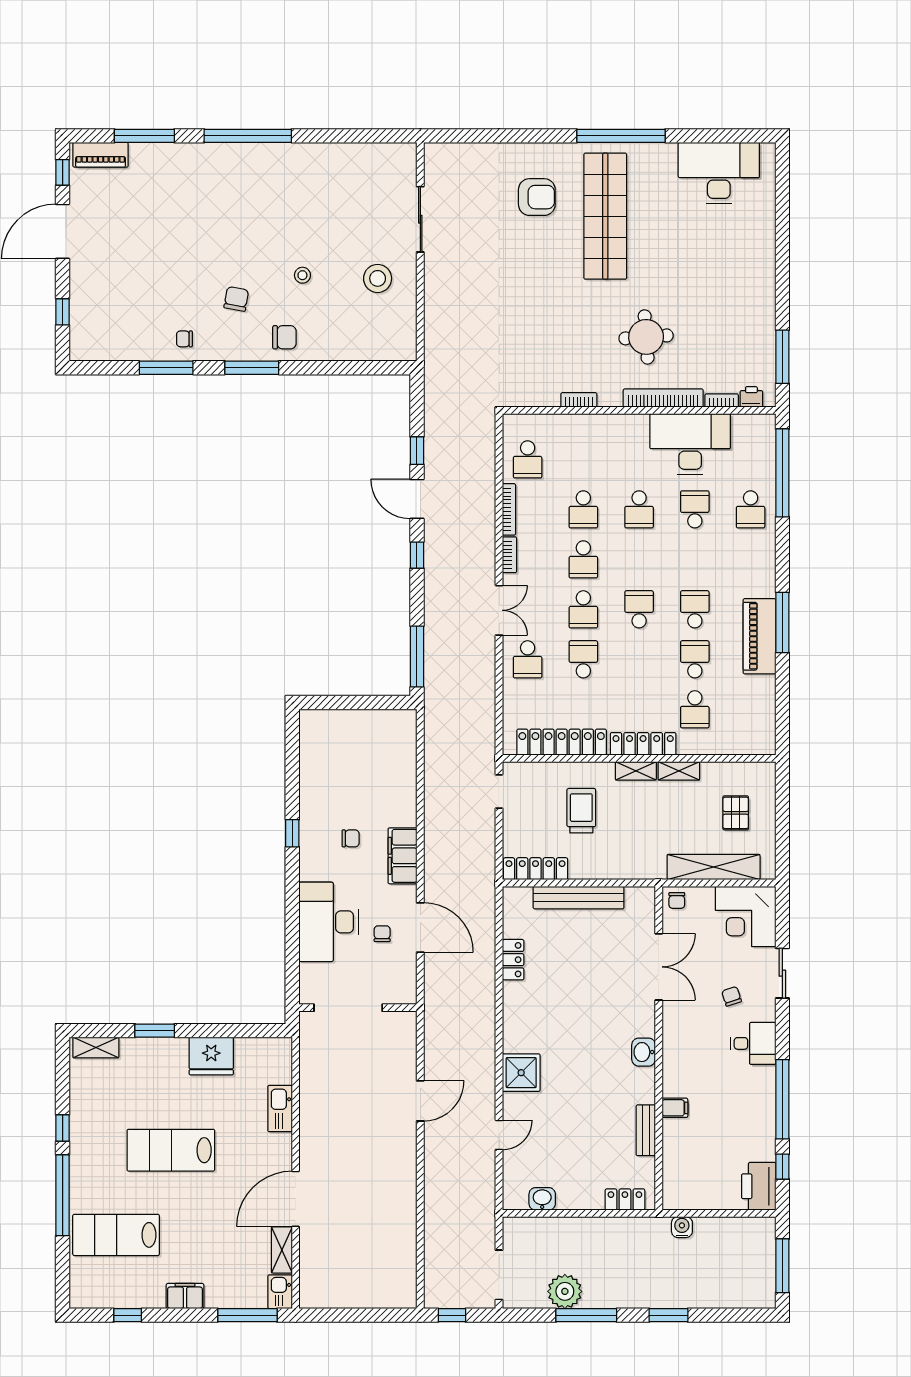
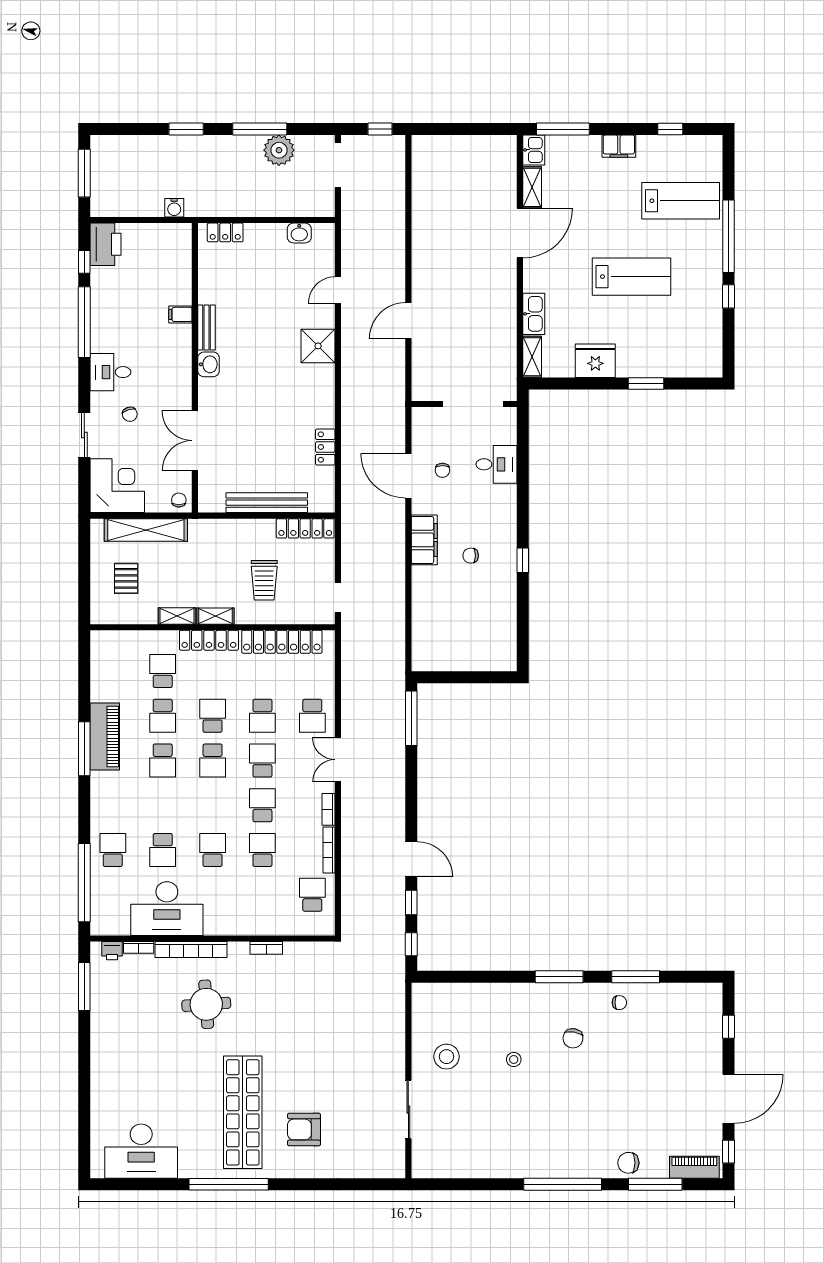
chair: (284, 337) -> (628, 1163), moved
window: (417, 555) -> (411, 944), moved
school desk: (528, 659) -> (312, 716), turned 180
school desk: (639, 659) -> (213, 716), added
desk: (329, 922) -> (497, 464), width x0.53, depth x0.77
shelving: (96, 1048) -> (532, 357), moved, turned 90
bench: (646, 1130) -> (207, 328), moved

